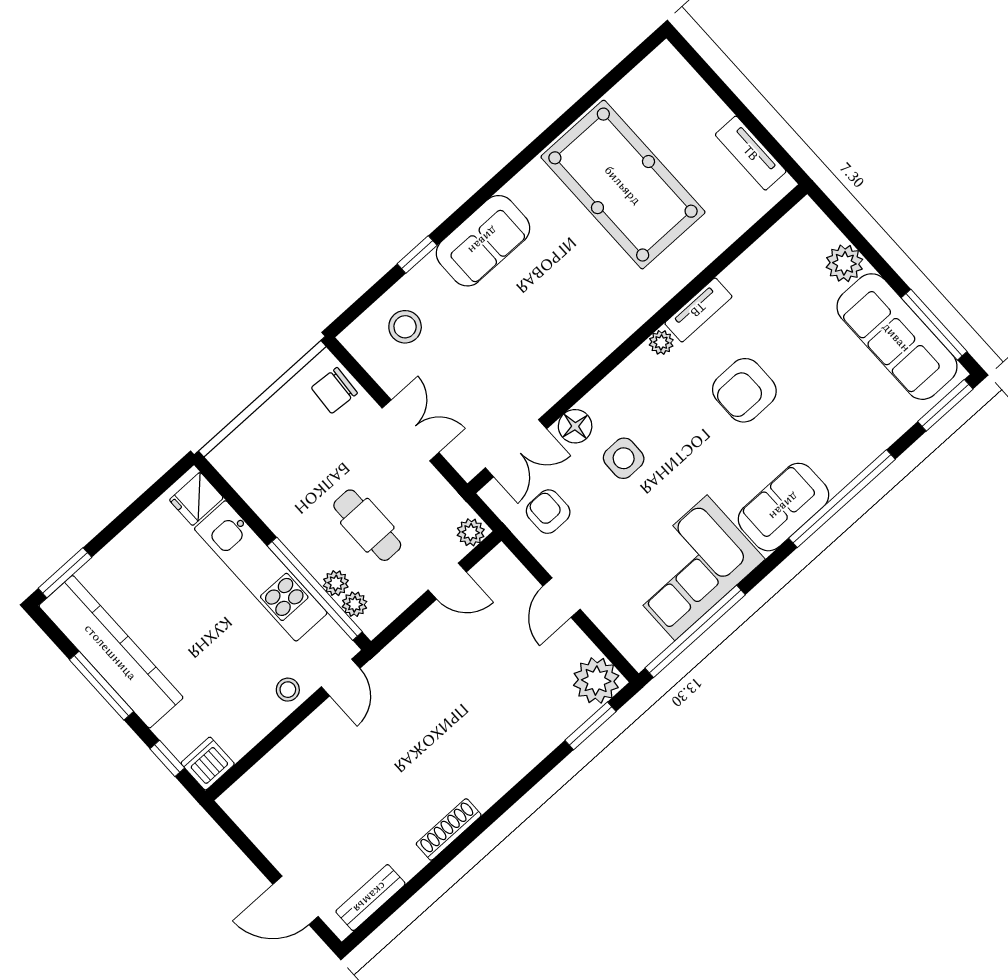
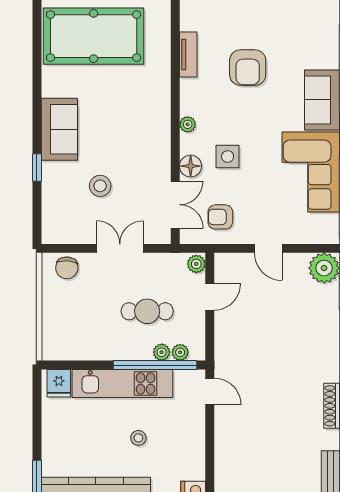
stool: (405, 327) -> (100, 186), moved
plant: (661, 342) -> (188, 124), moved
stool: (288, 690) -> (138, 438), moved

